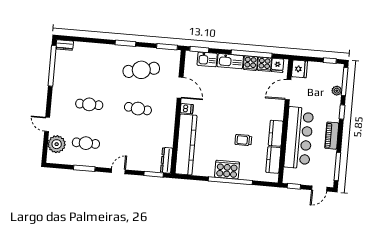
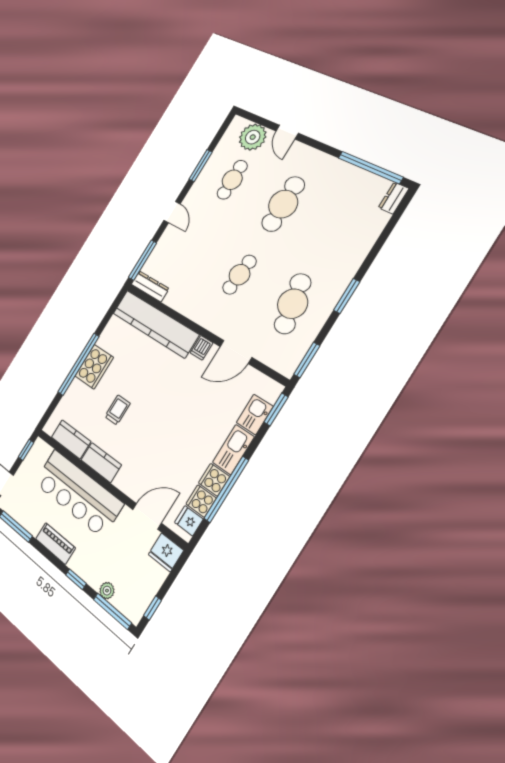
door: (288, 90) -> (147, 516), hinge flipped
cafe table: (89, 104) -> (283, 204), width x1.37, depth x1.35
door: (47, 124) -> (287, 132), swing flipped
window: (154, 174) -> (142, 260), width x1.44

